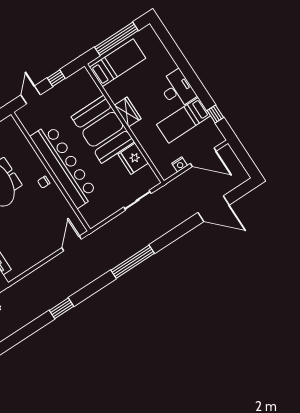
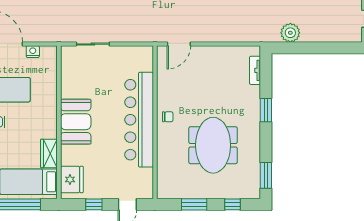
wardrobe: (128, 112) -> (49, 153), moved
booth: (103, 129) -> (76, 122), width x0.73, depth x0.70
fridge: (133, 159) -> (72, 179), moved

